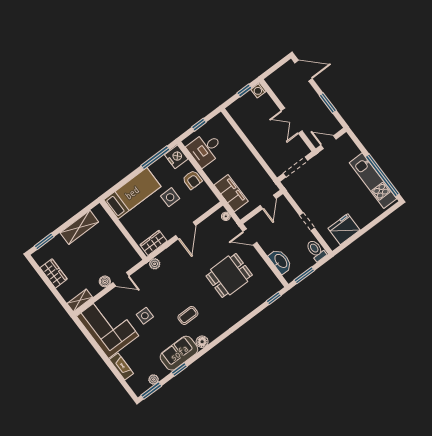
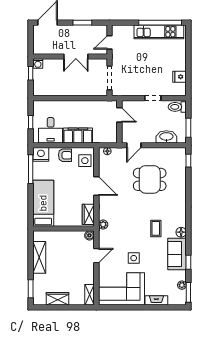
filing cabinet: (231, 193) -> (78, 136), moved
side table: (170, 197) -> (85, 161), moved
fridge: (344, 229) -> (180, 77), width x0.53, depth x0.75
dining table: (229, 275) -> (150, 179), turned 90
boiler: (105, 281) -> (89, 235), moved

